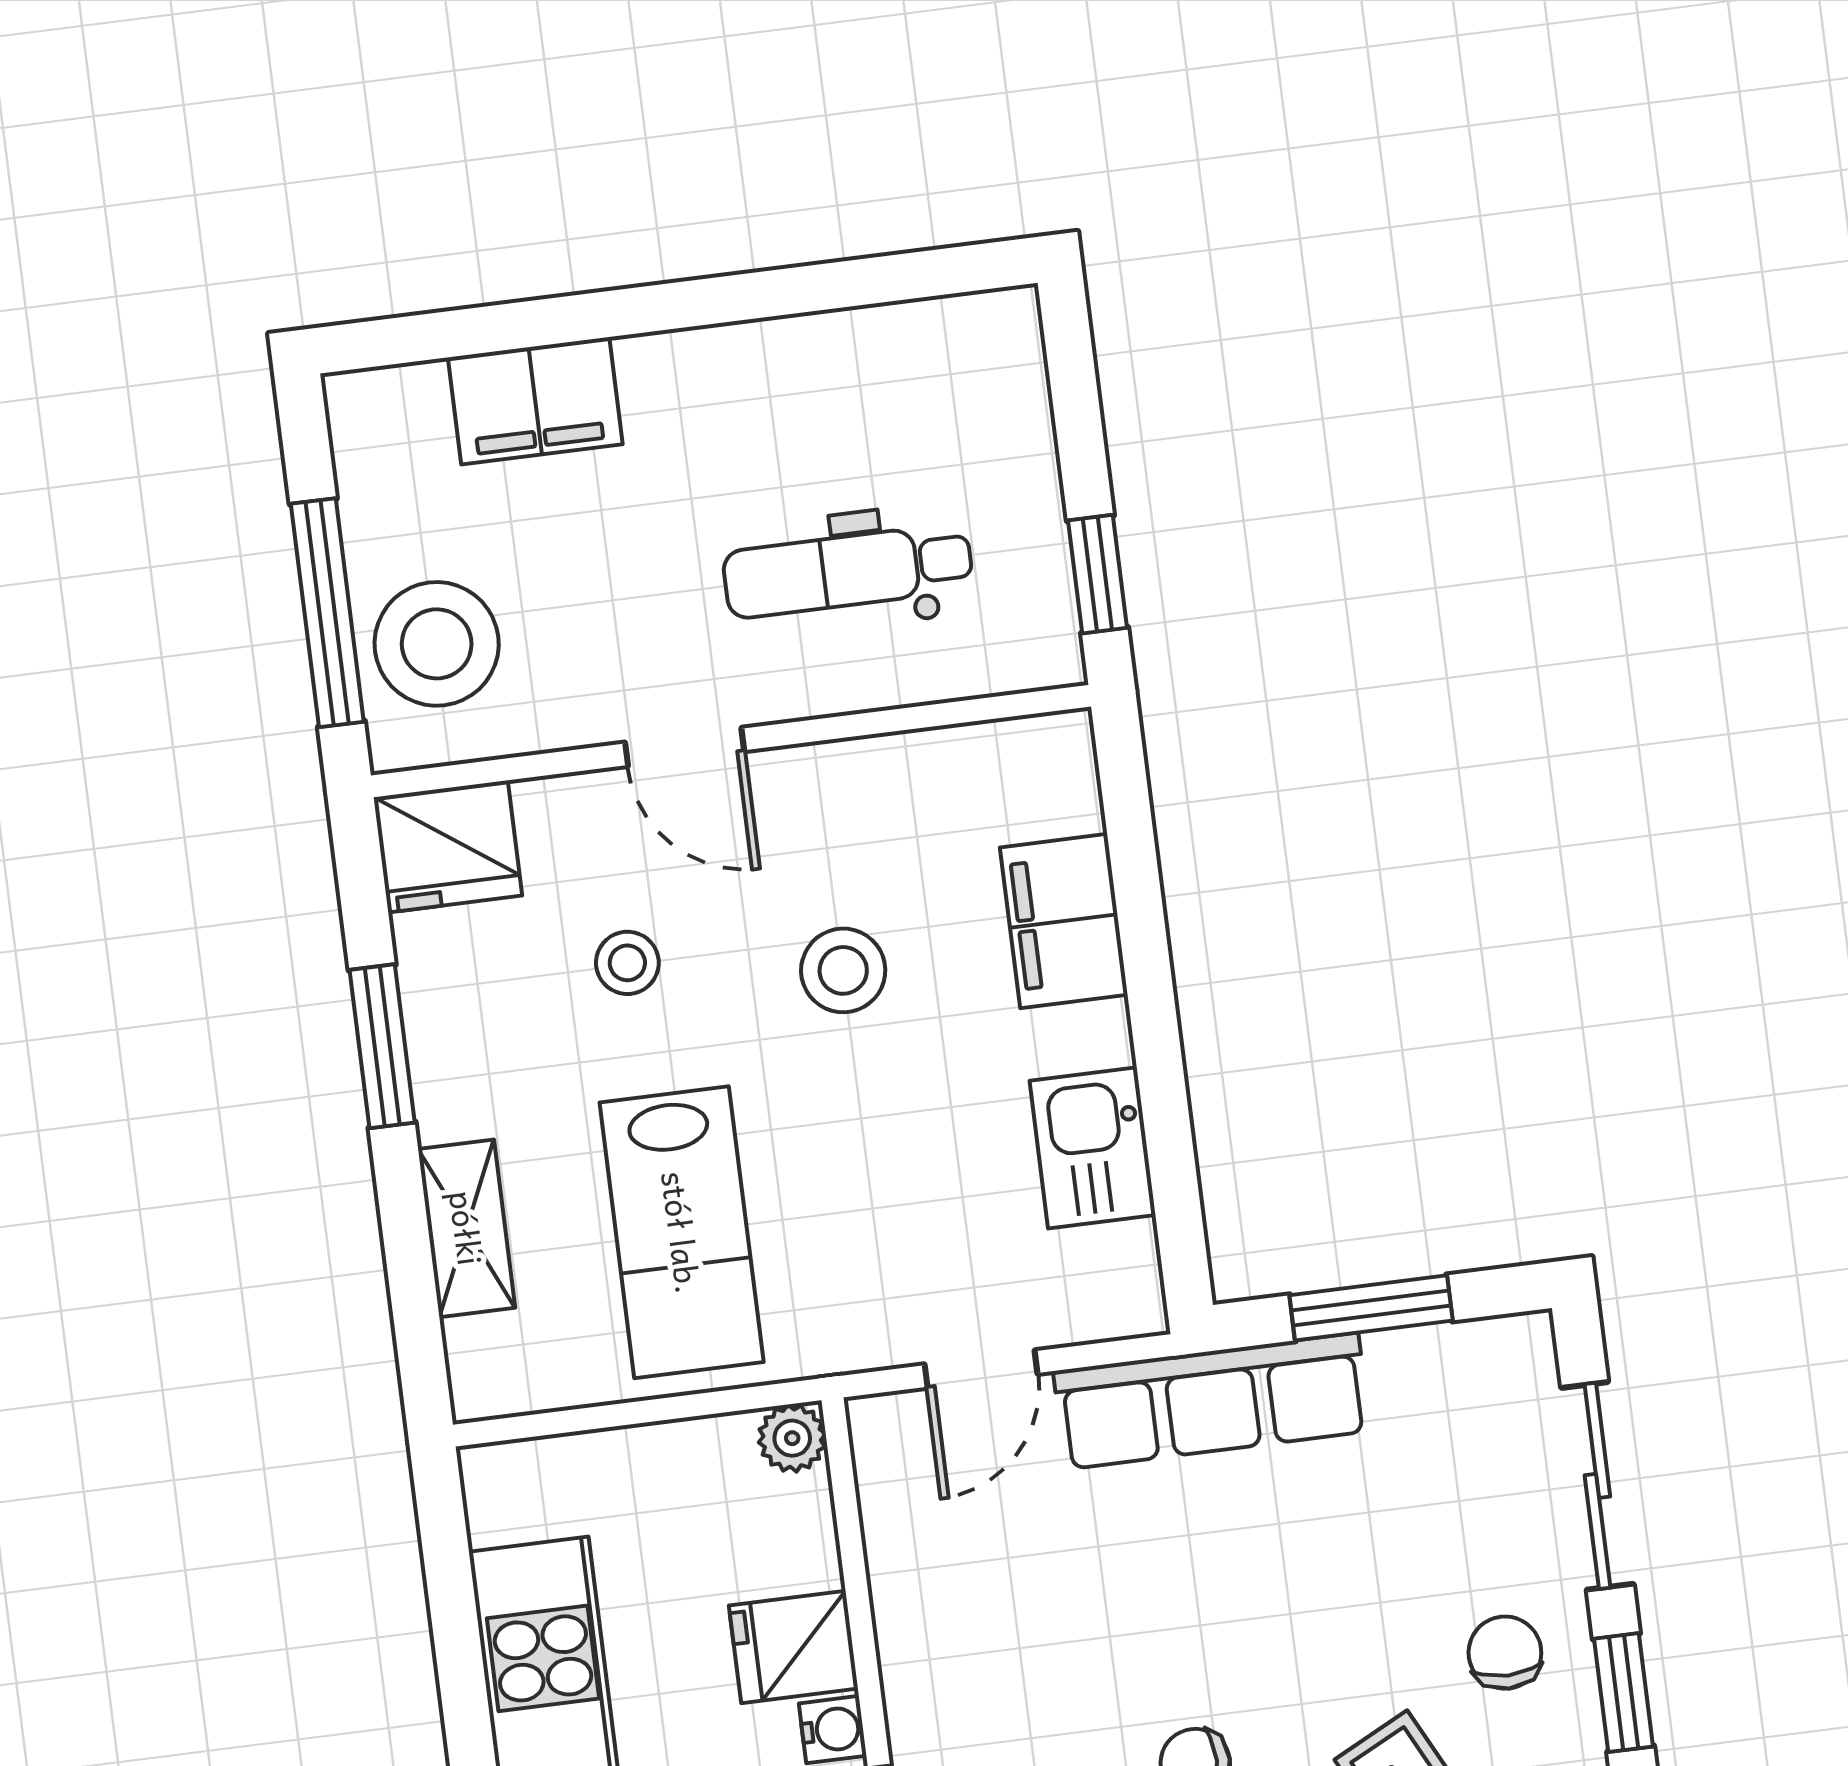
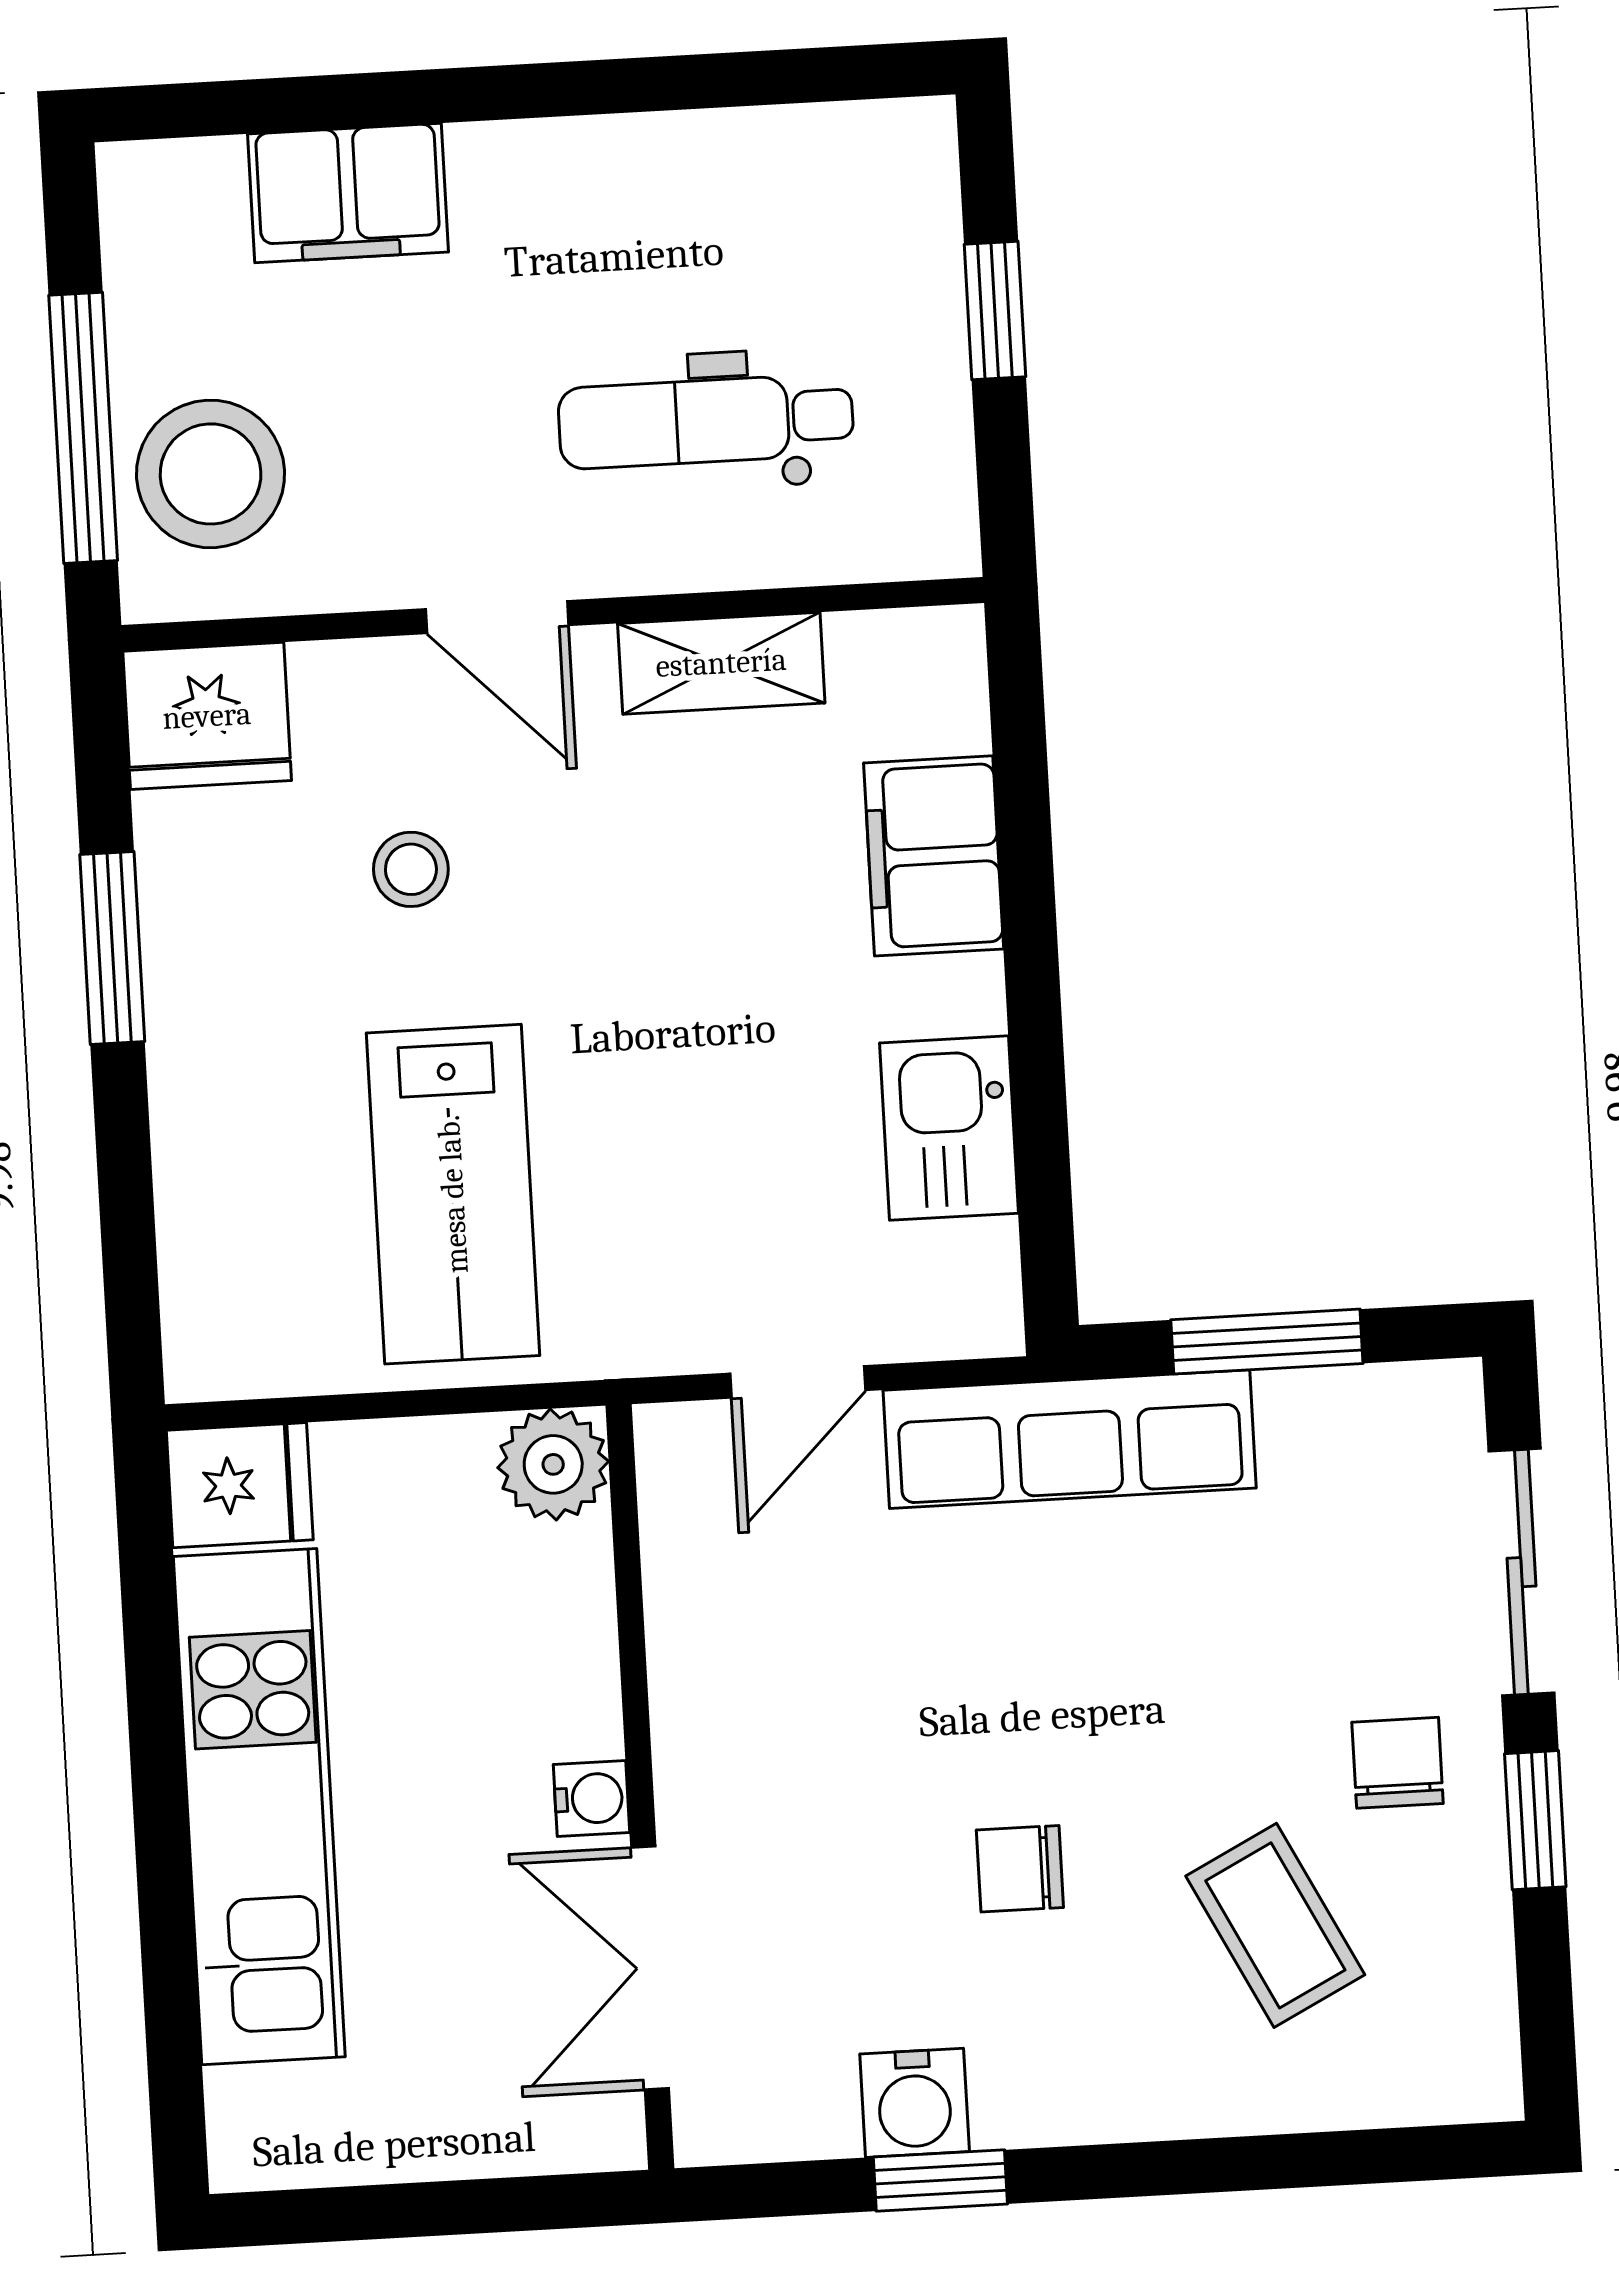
window: (1097, 574) -> (995, 311), moved
stool: (843, 970) -> (667, 896), removed
shelving: (467, 1228) -> (721, 663), moved, turned 90
plant: (792, 1438) -> (553, 1464), width x1.38, depth x1.38
fridge: (794, 1647) -> (240, 1485), moved, turned 180

